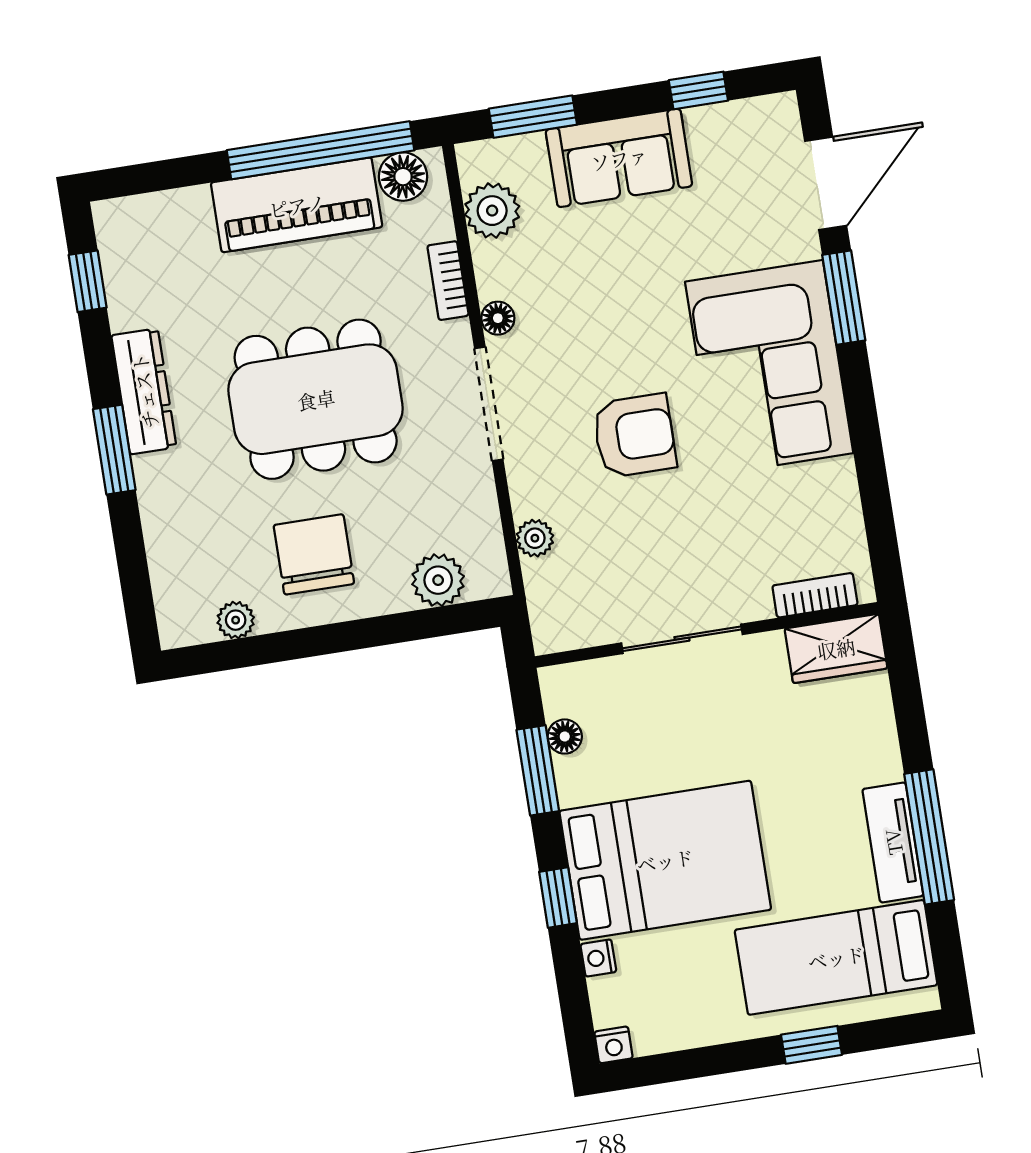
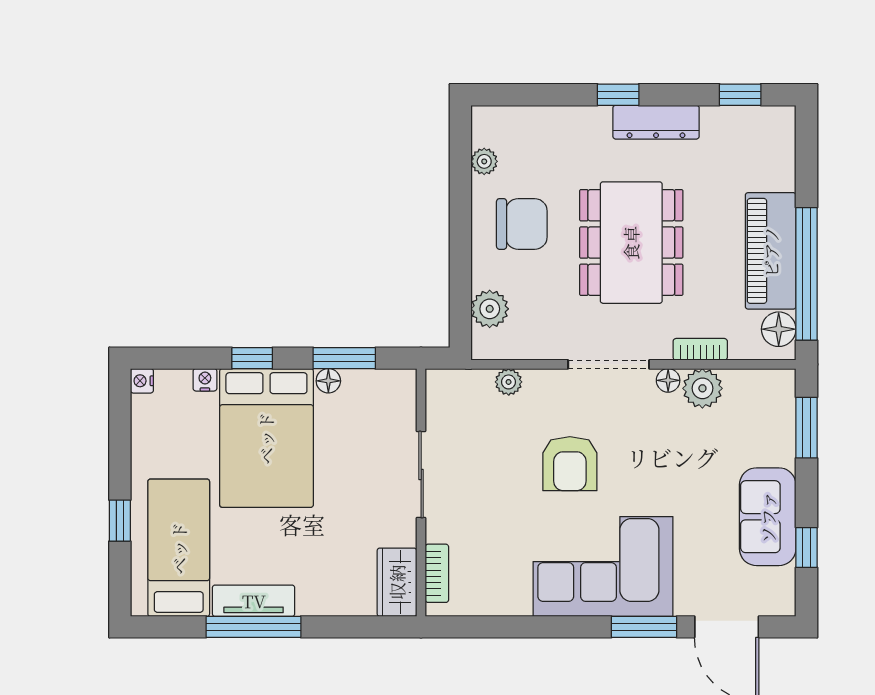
sofa: (619, 158) -> (768, 517), moved
plant: (492, 211) -> (702, 388), moved
window: (114, 450) -> (618, 95), width x0.67
floor lamp: (565, 737) -> (328, 381), moved

